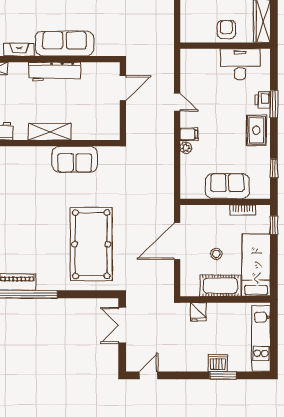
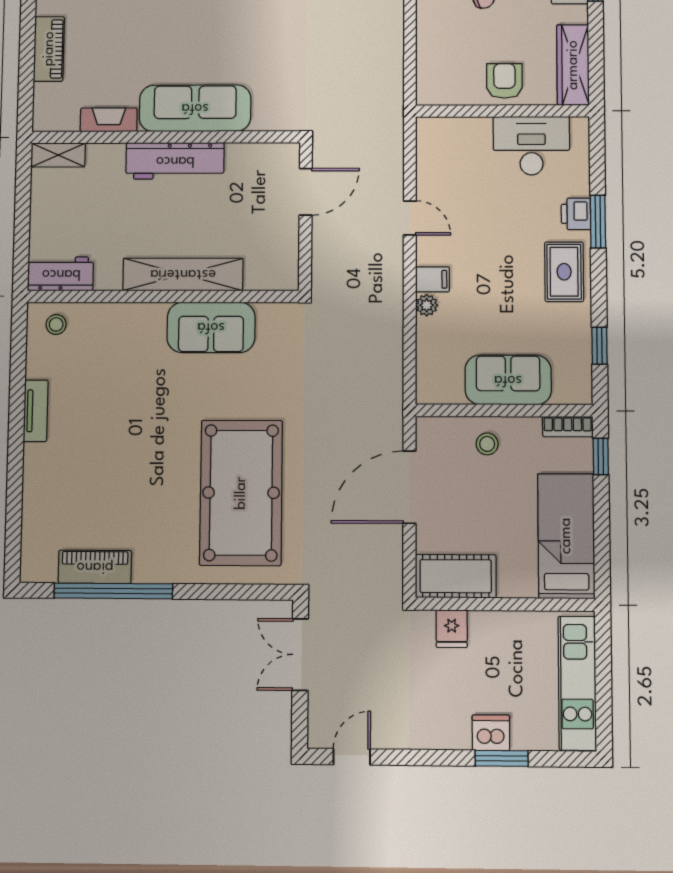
shelving: (50, 132) -> (183, 274), width x1.47
bookcase: (243, 210) -> (568, 427), moved
stool: (216, 254) -> (487, 444), moved
cot: (221, 286) -> (456, 576), moved

